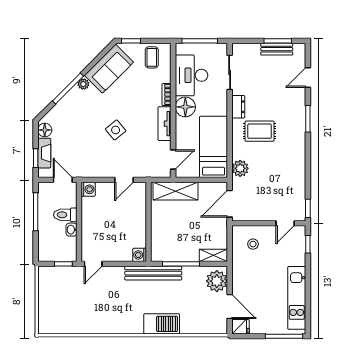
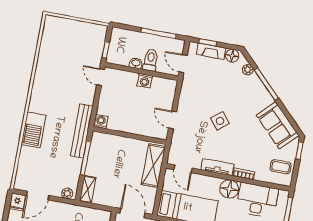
plant: (83, 84) -> (248, 70), moved
door: (63, 180) -> (183, 64), swing flipped
washing machine: (88, 189) -> (145, 81), moved
plant: (217, 281) -> (67, 193), width x0.53, depth x0.53

